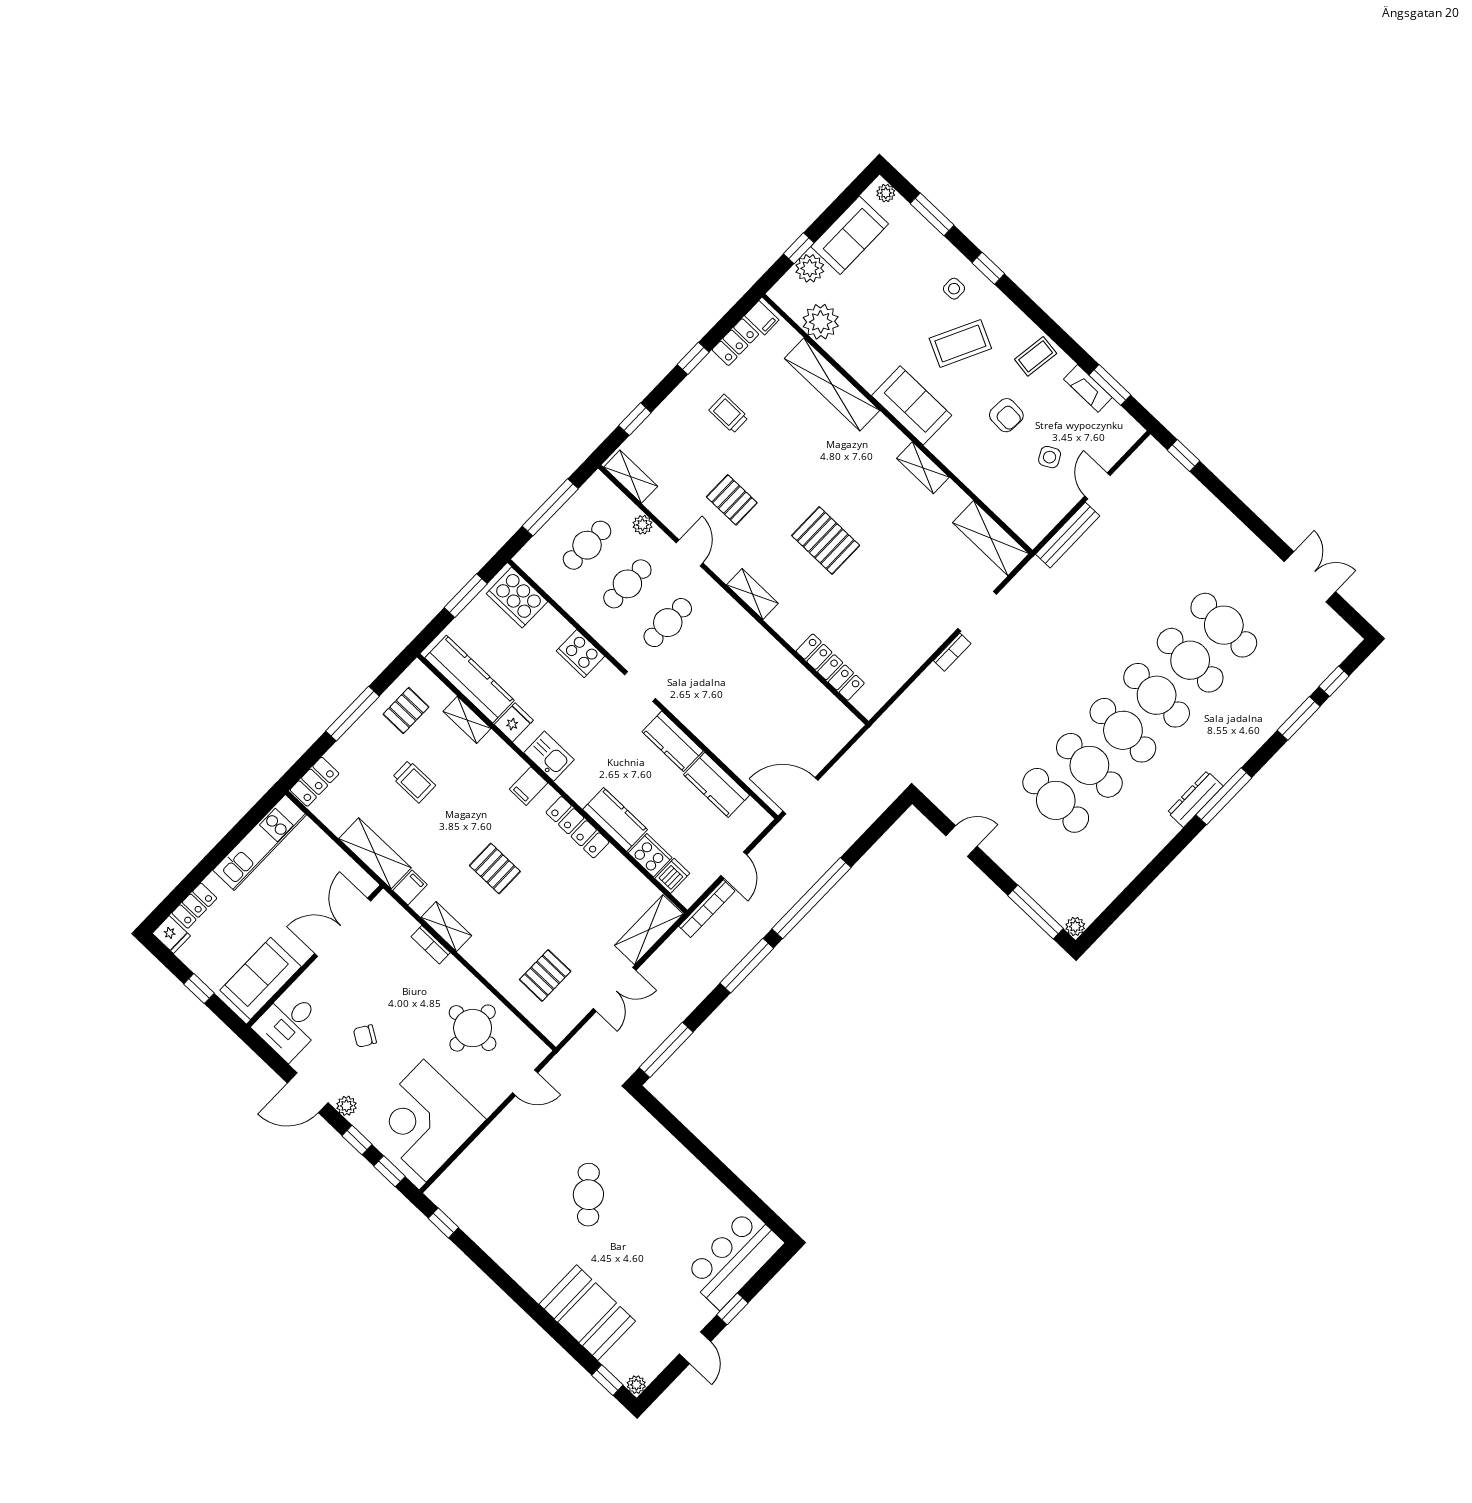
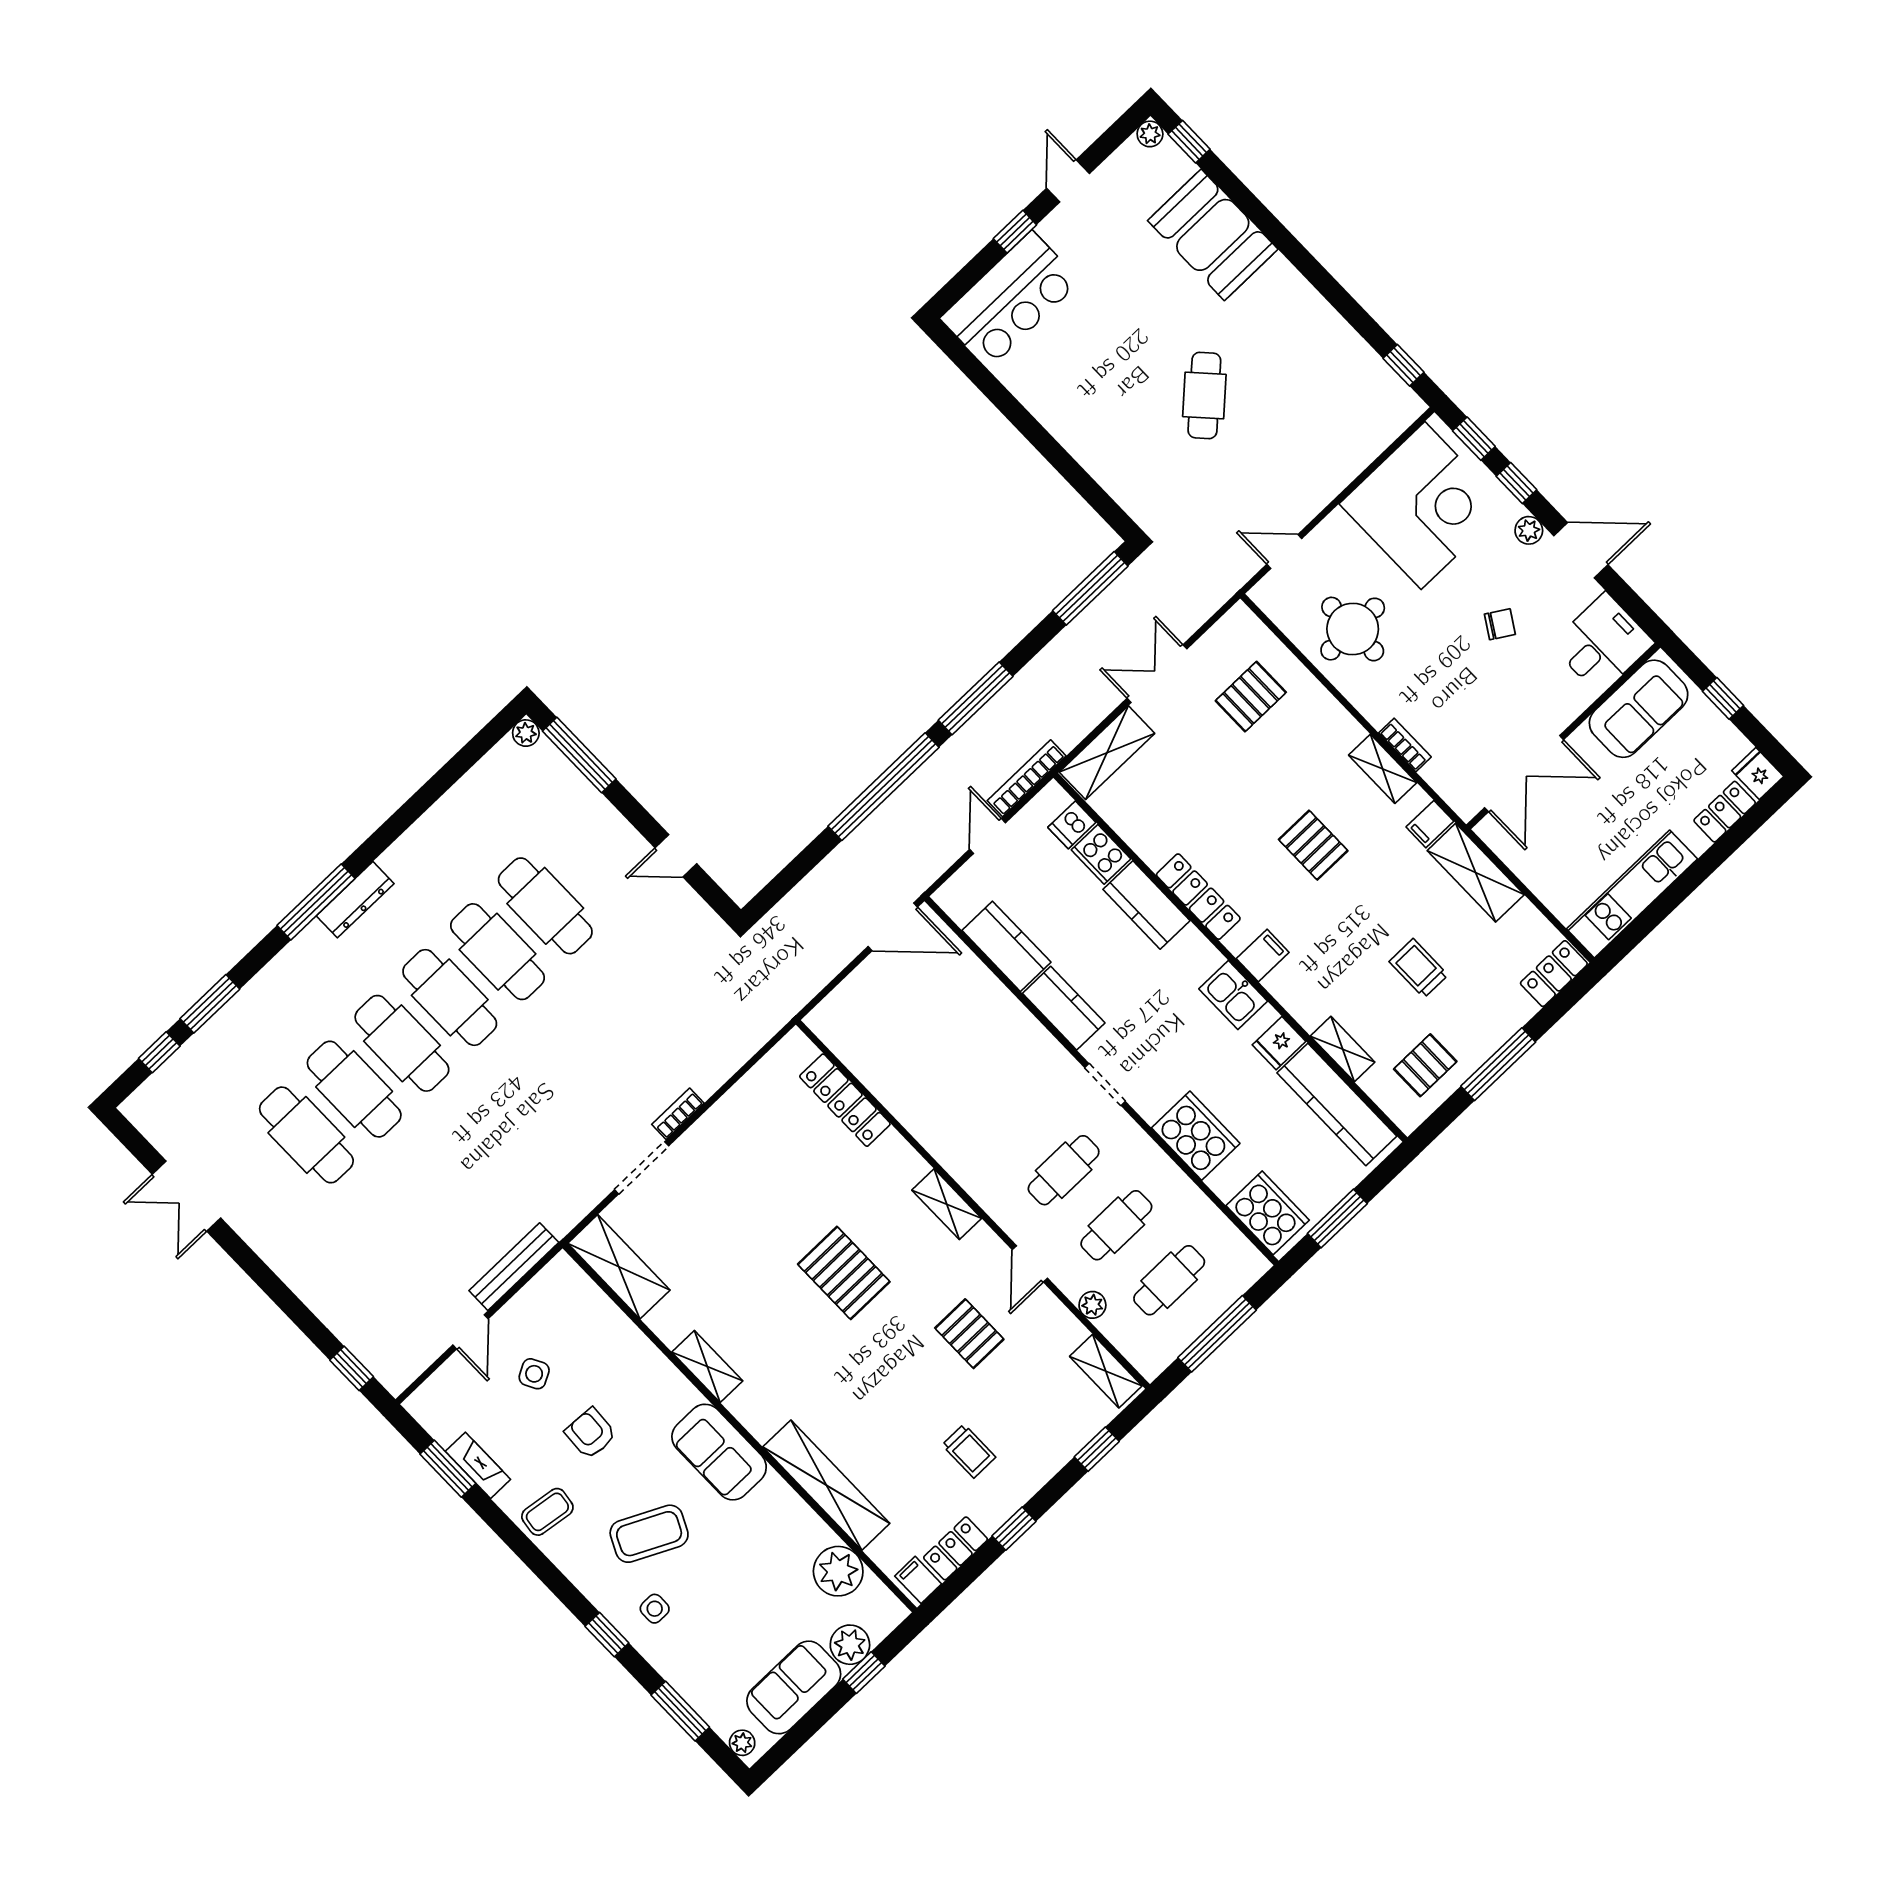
cooker: (580, 654) -> (1196, 1136), width x1.37, depth x1.31

